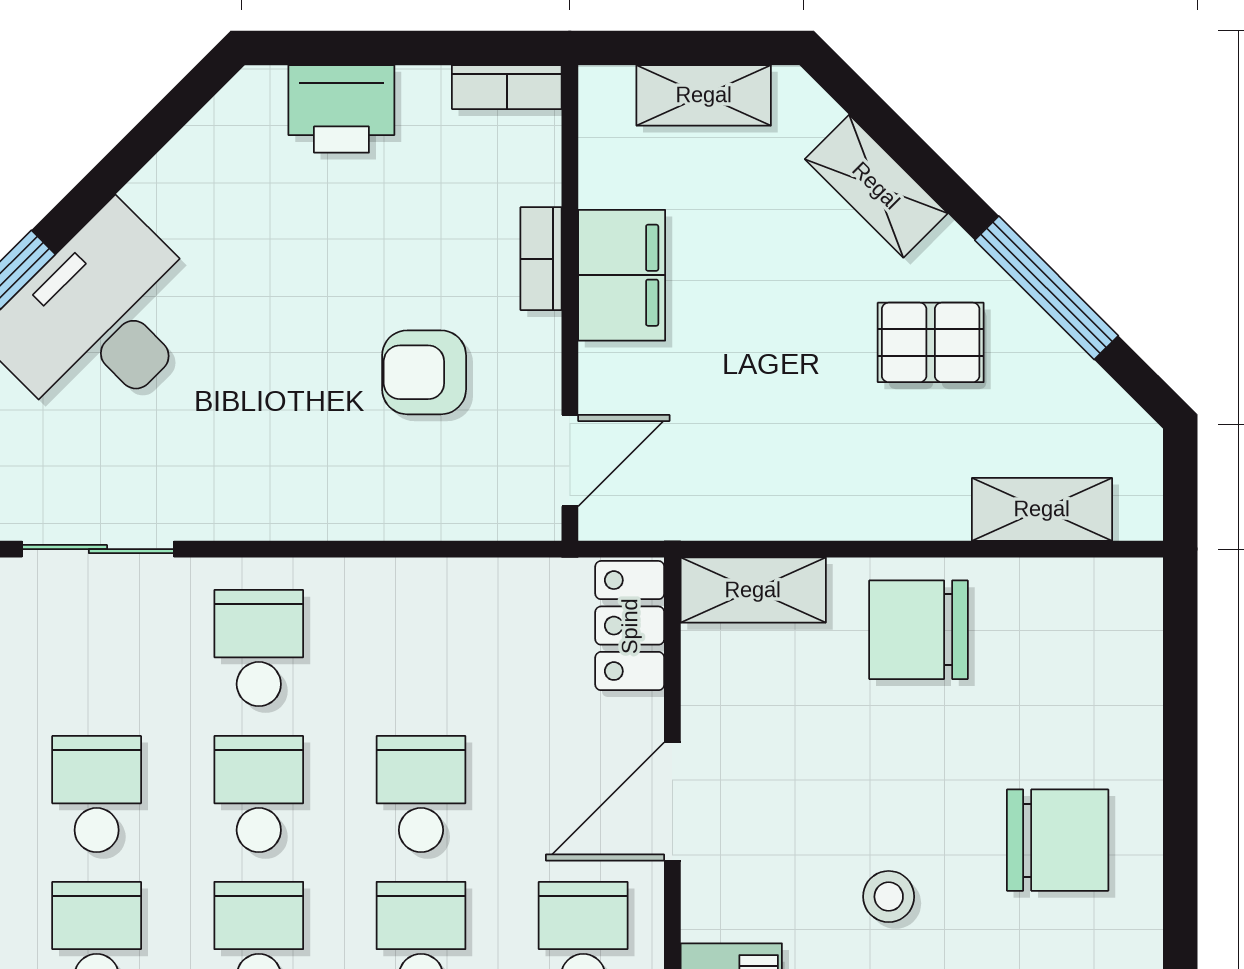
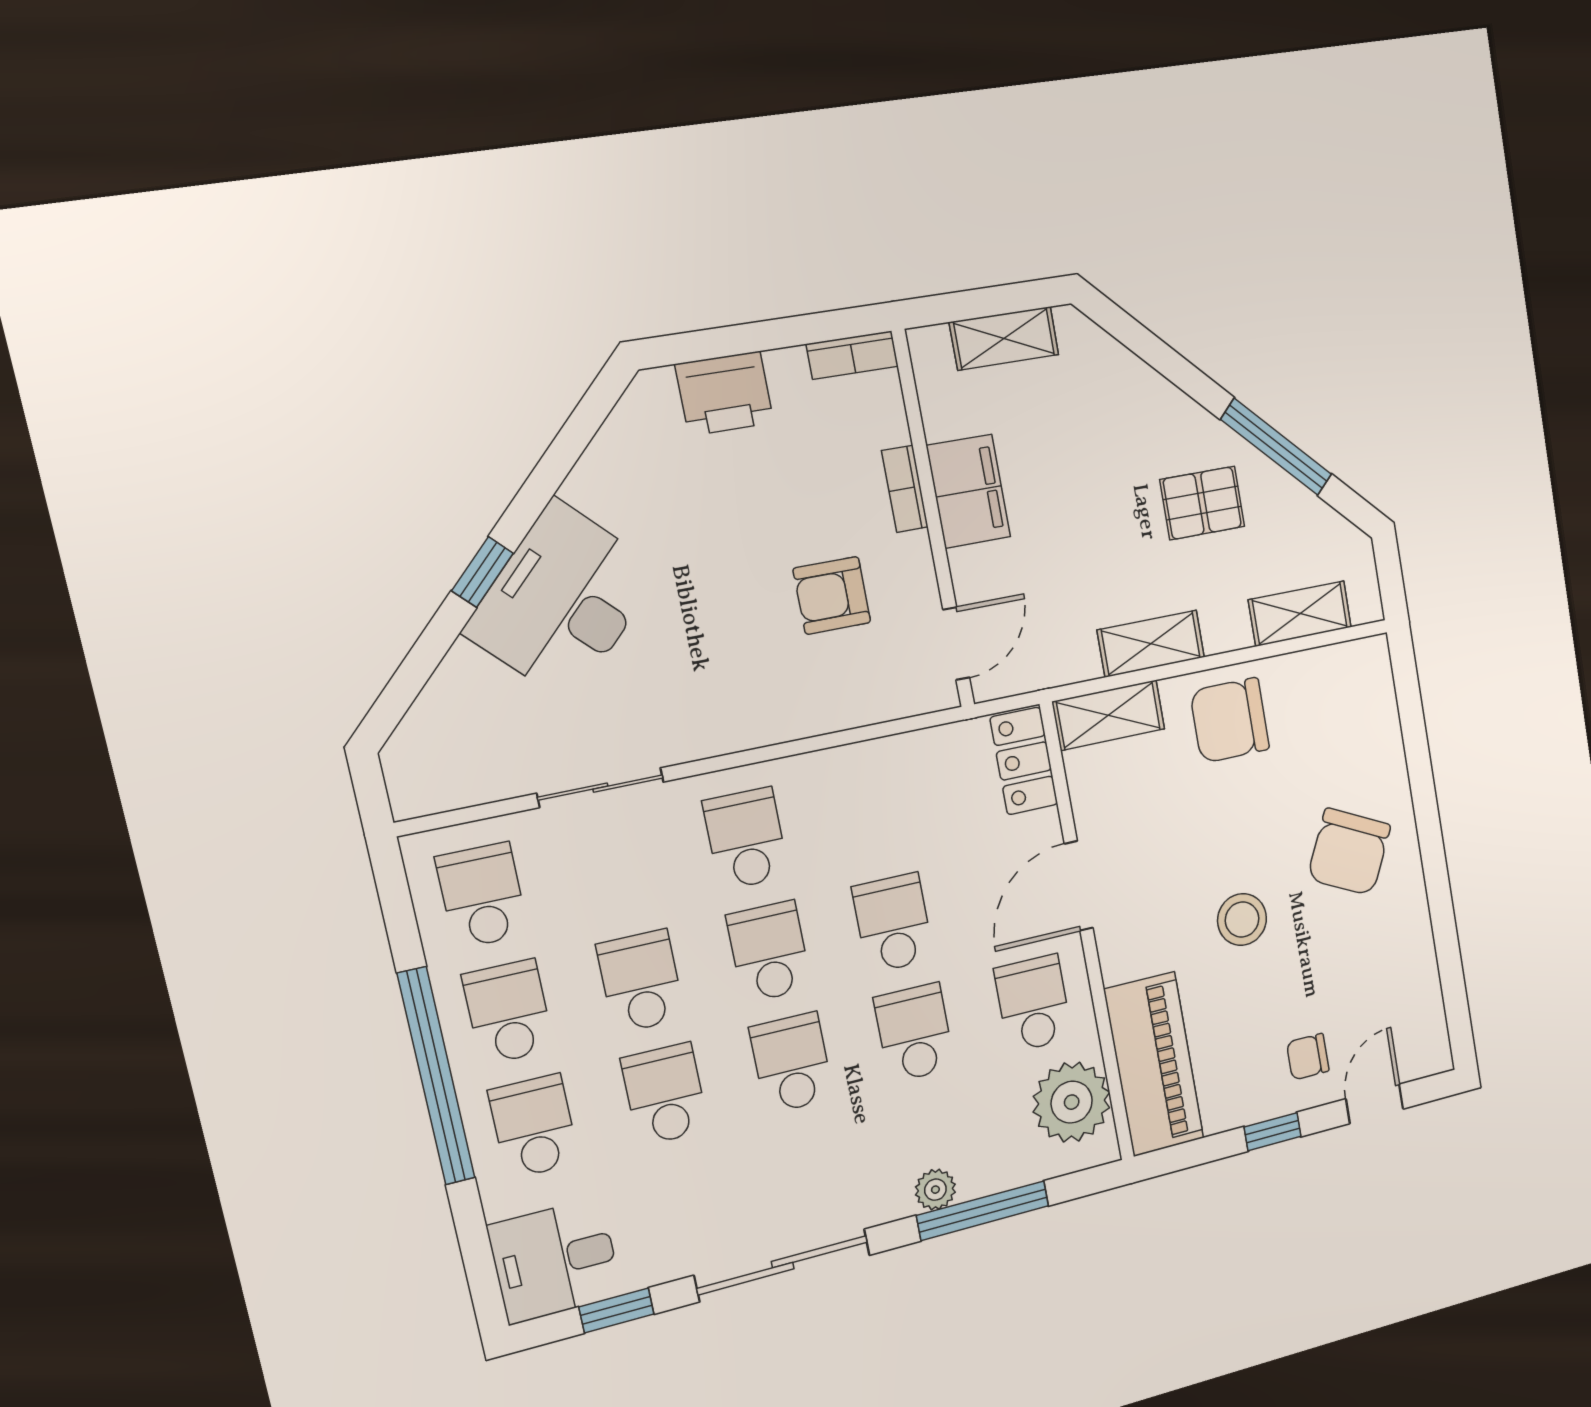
shelving: (876, 186) -> (1151, 644), moved, turned -45
chair: (1058, 840) -> (1349, 852), turned 116
stool: (889, 897) -> (1242, 920), width x1.37, depth x1.37

